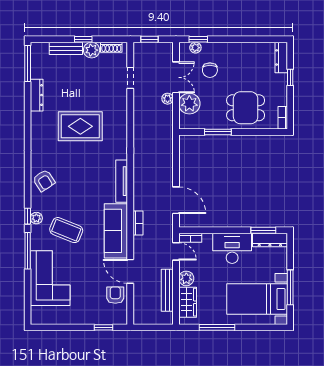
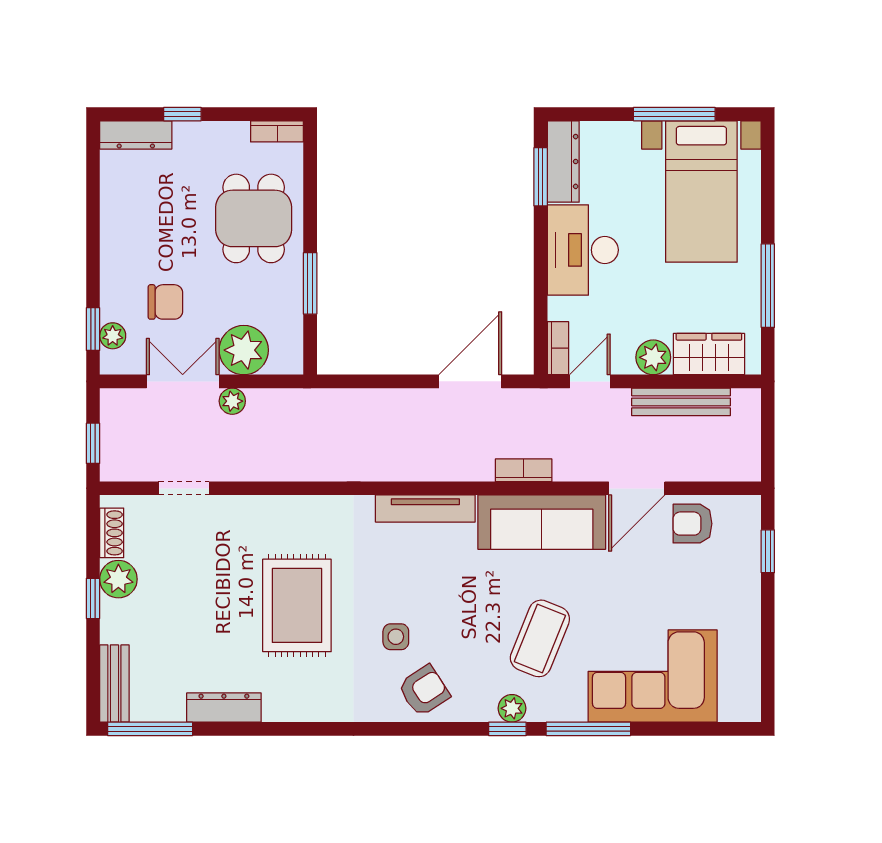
bench: (66, 48) -> (114, 684), moved
side table: (67, 169) -> (396, 637), added

